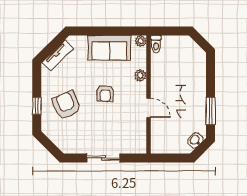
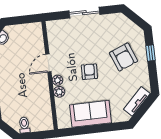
plant: (141, 41) -> (58, 80), moved
toilet: (156, 44) -> (24, 125), moved
door: (149, 108) -> (48, 63), hinge flipped

